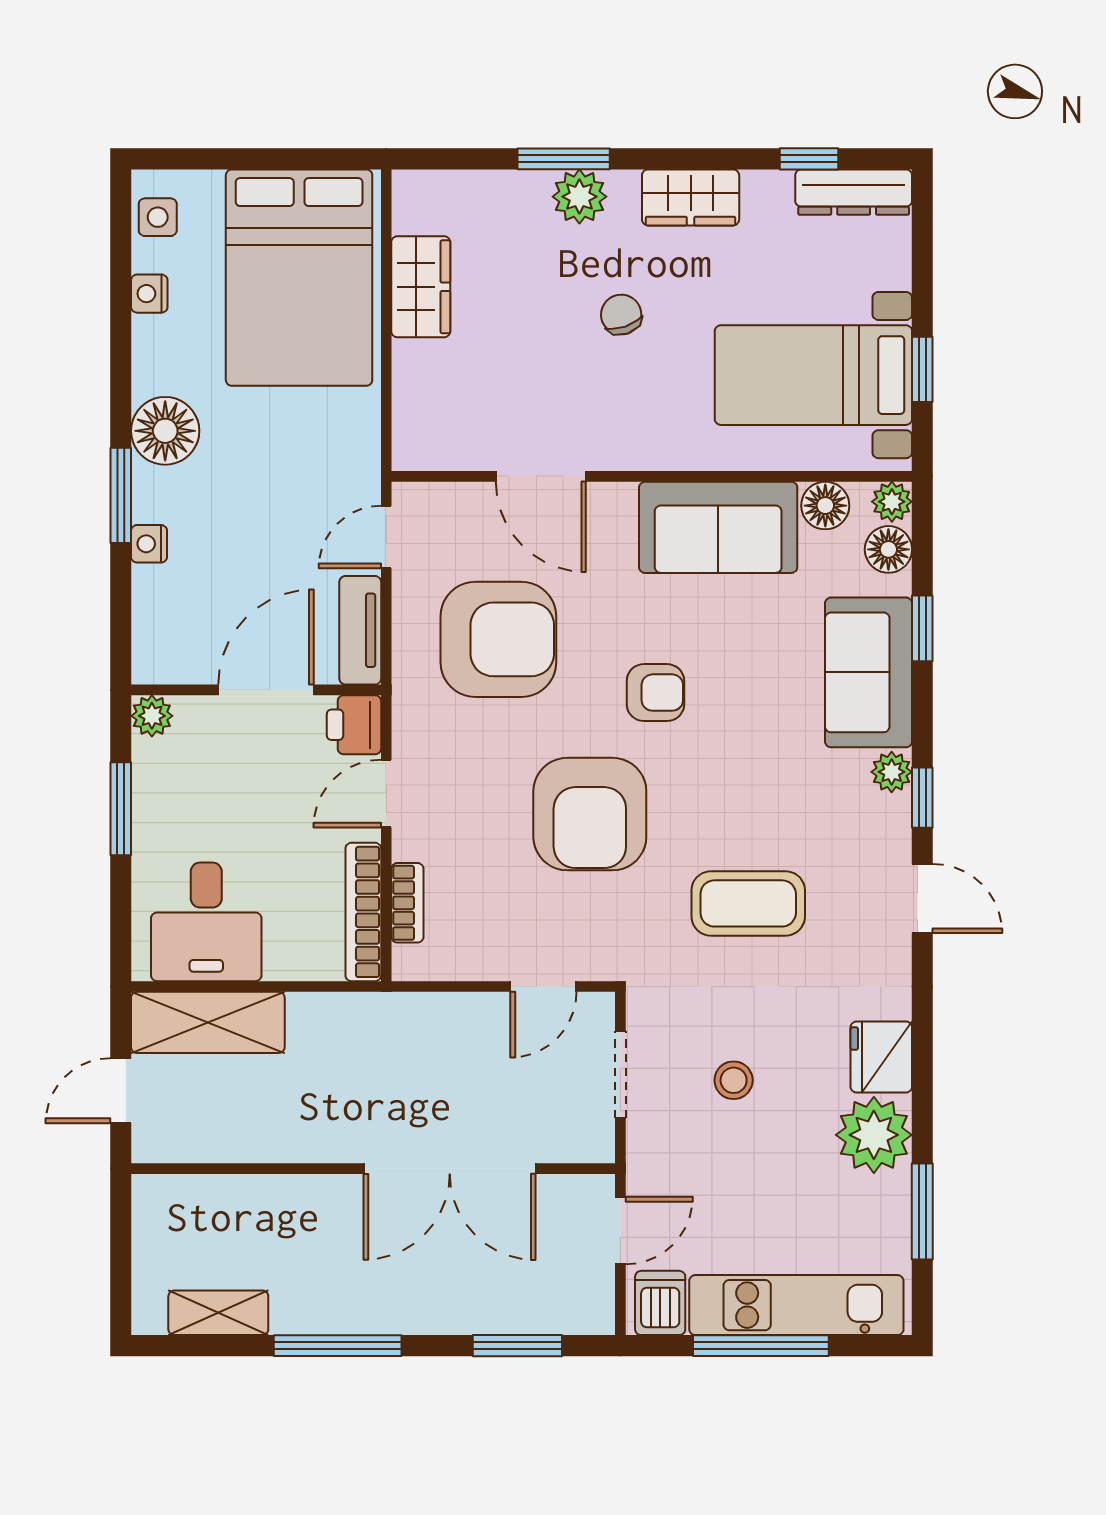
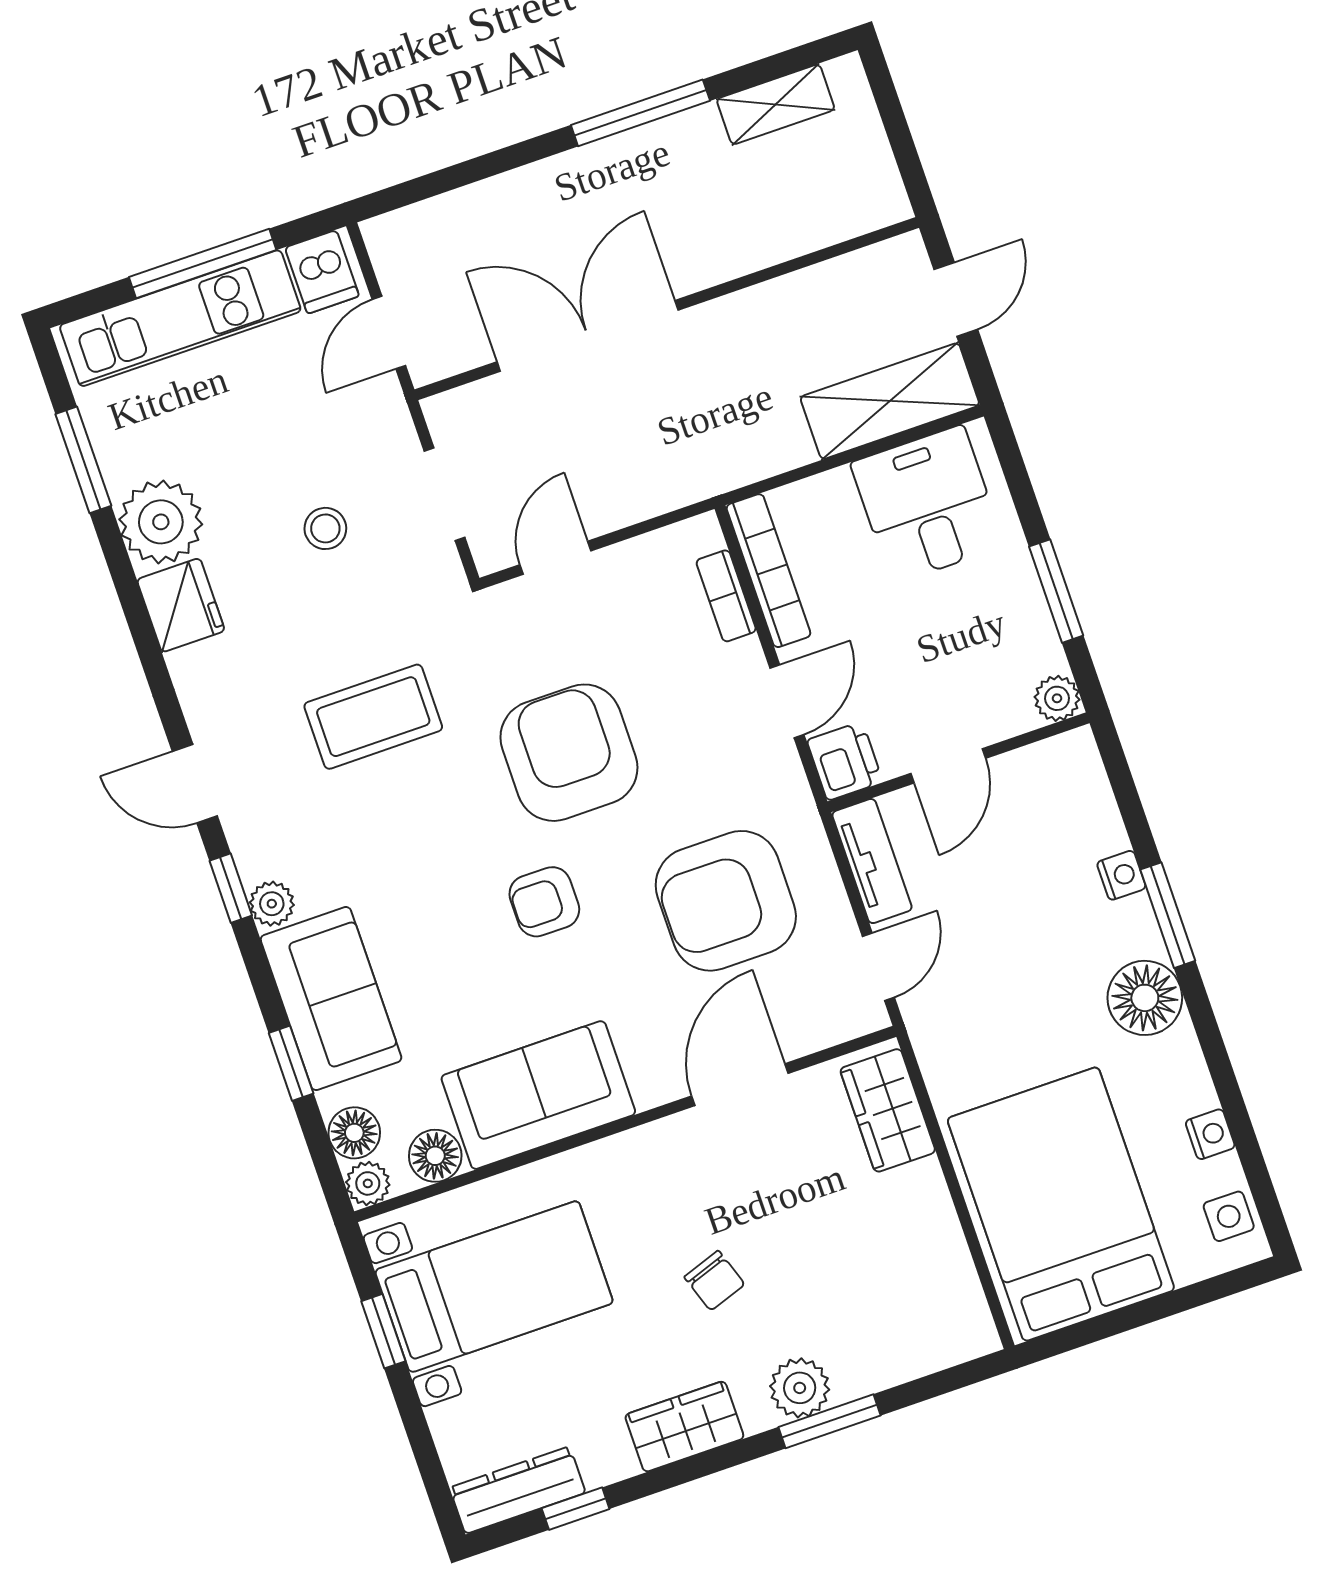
wardrobe: (421, 287) -> (888, 1110), moved
door: (541, 476) -> (740, 1085), hinge flipped
door: (266, 690) -> (948, 766), width x0.73
window: (517, 1346) -> (455, 177), removed

